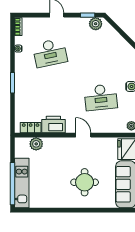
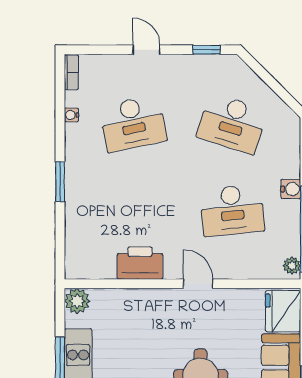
plant: (96, 24) -> (222, 67), removed
desk: (101, 53) -> (232, 123), added
locker: (31, 128) -> (95, 269), removed
plant: (36, 144) -> (77, 301), moved

